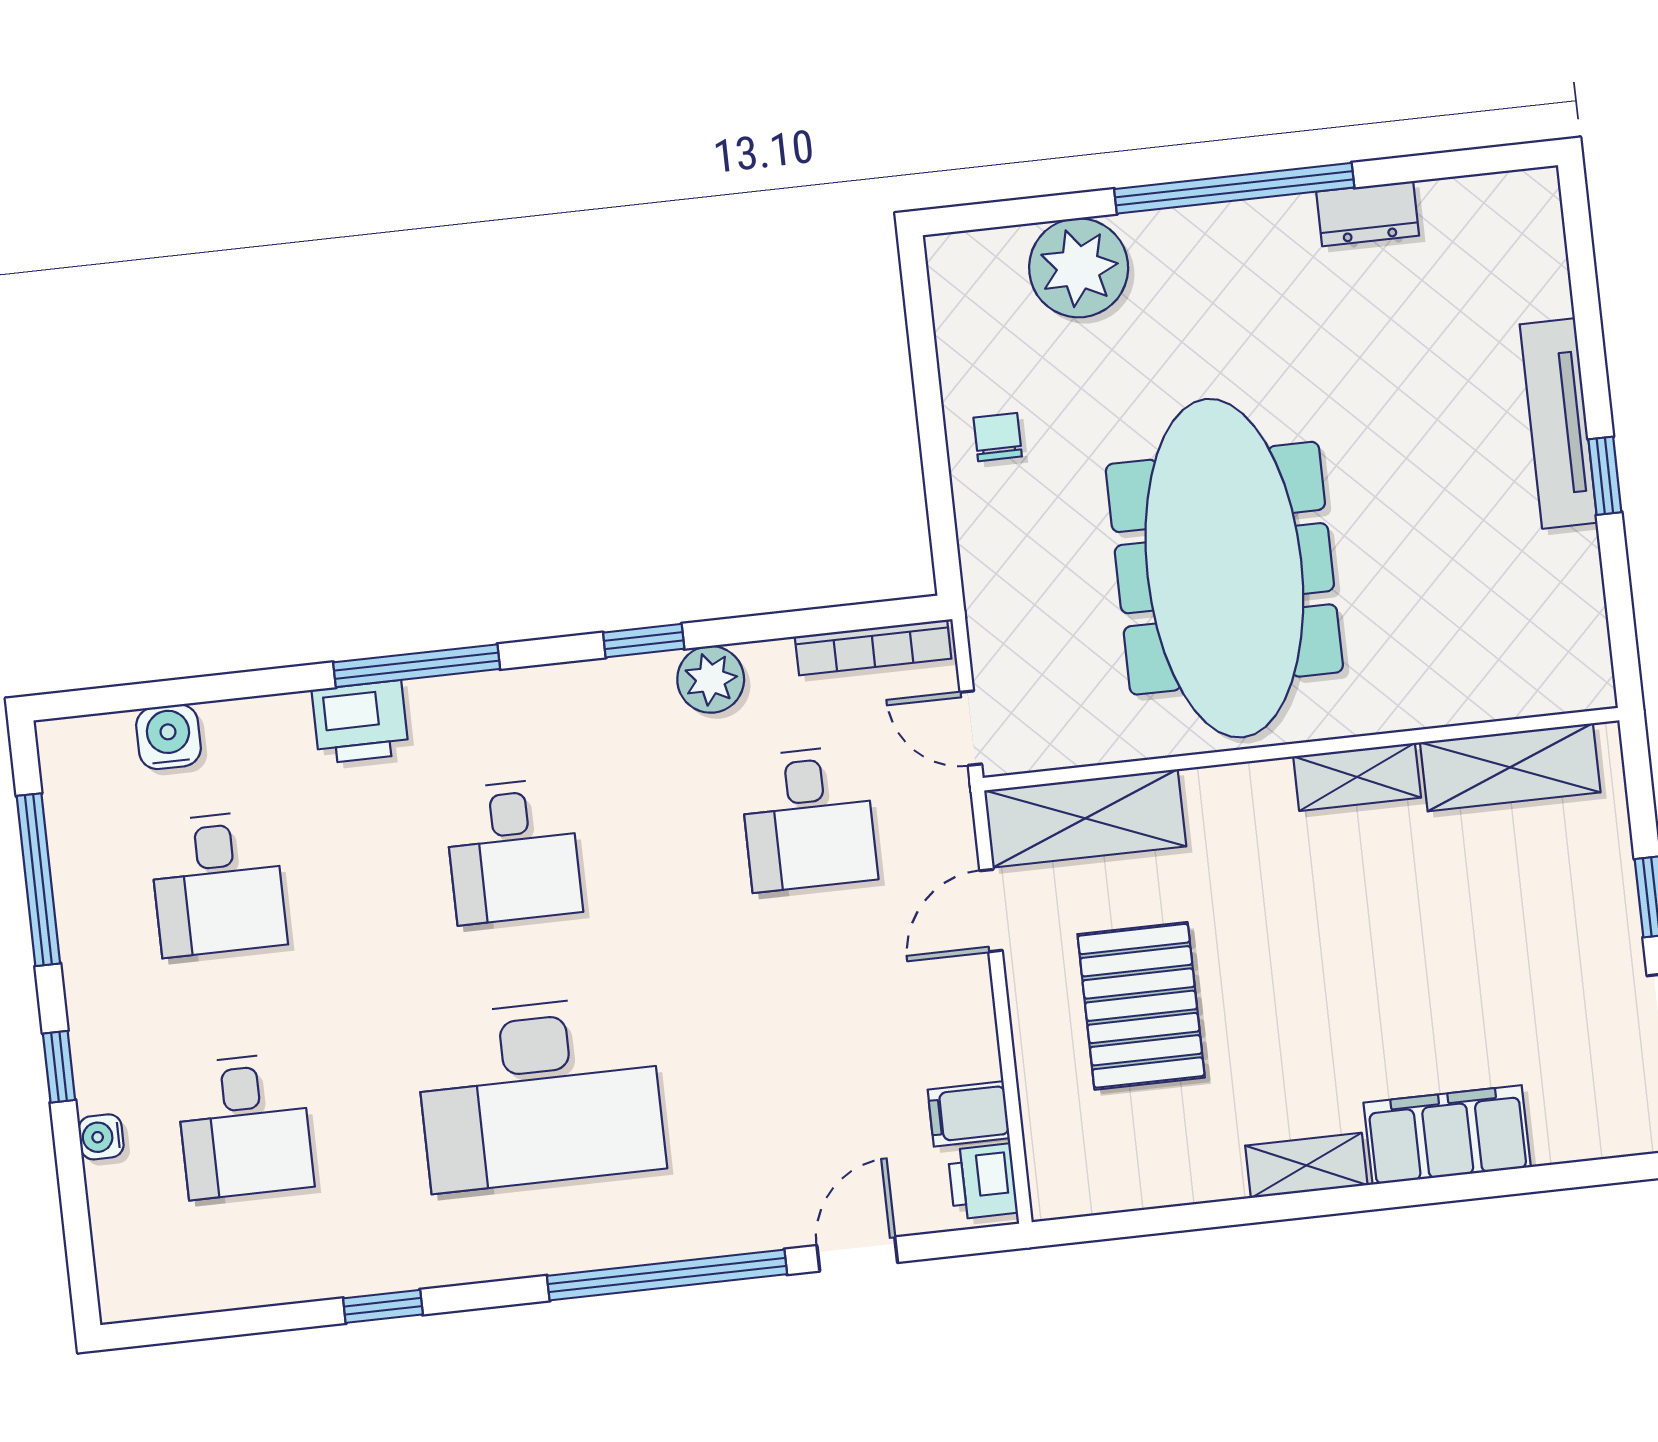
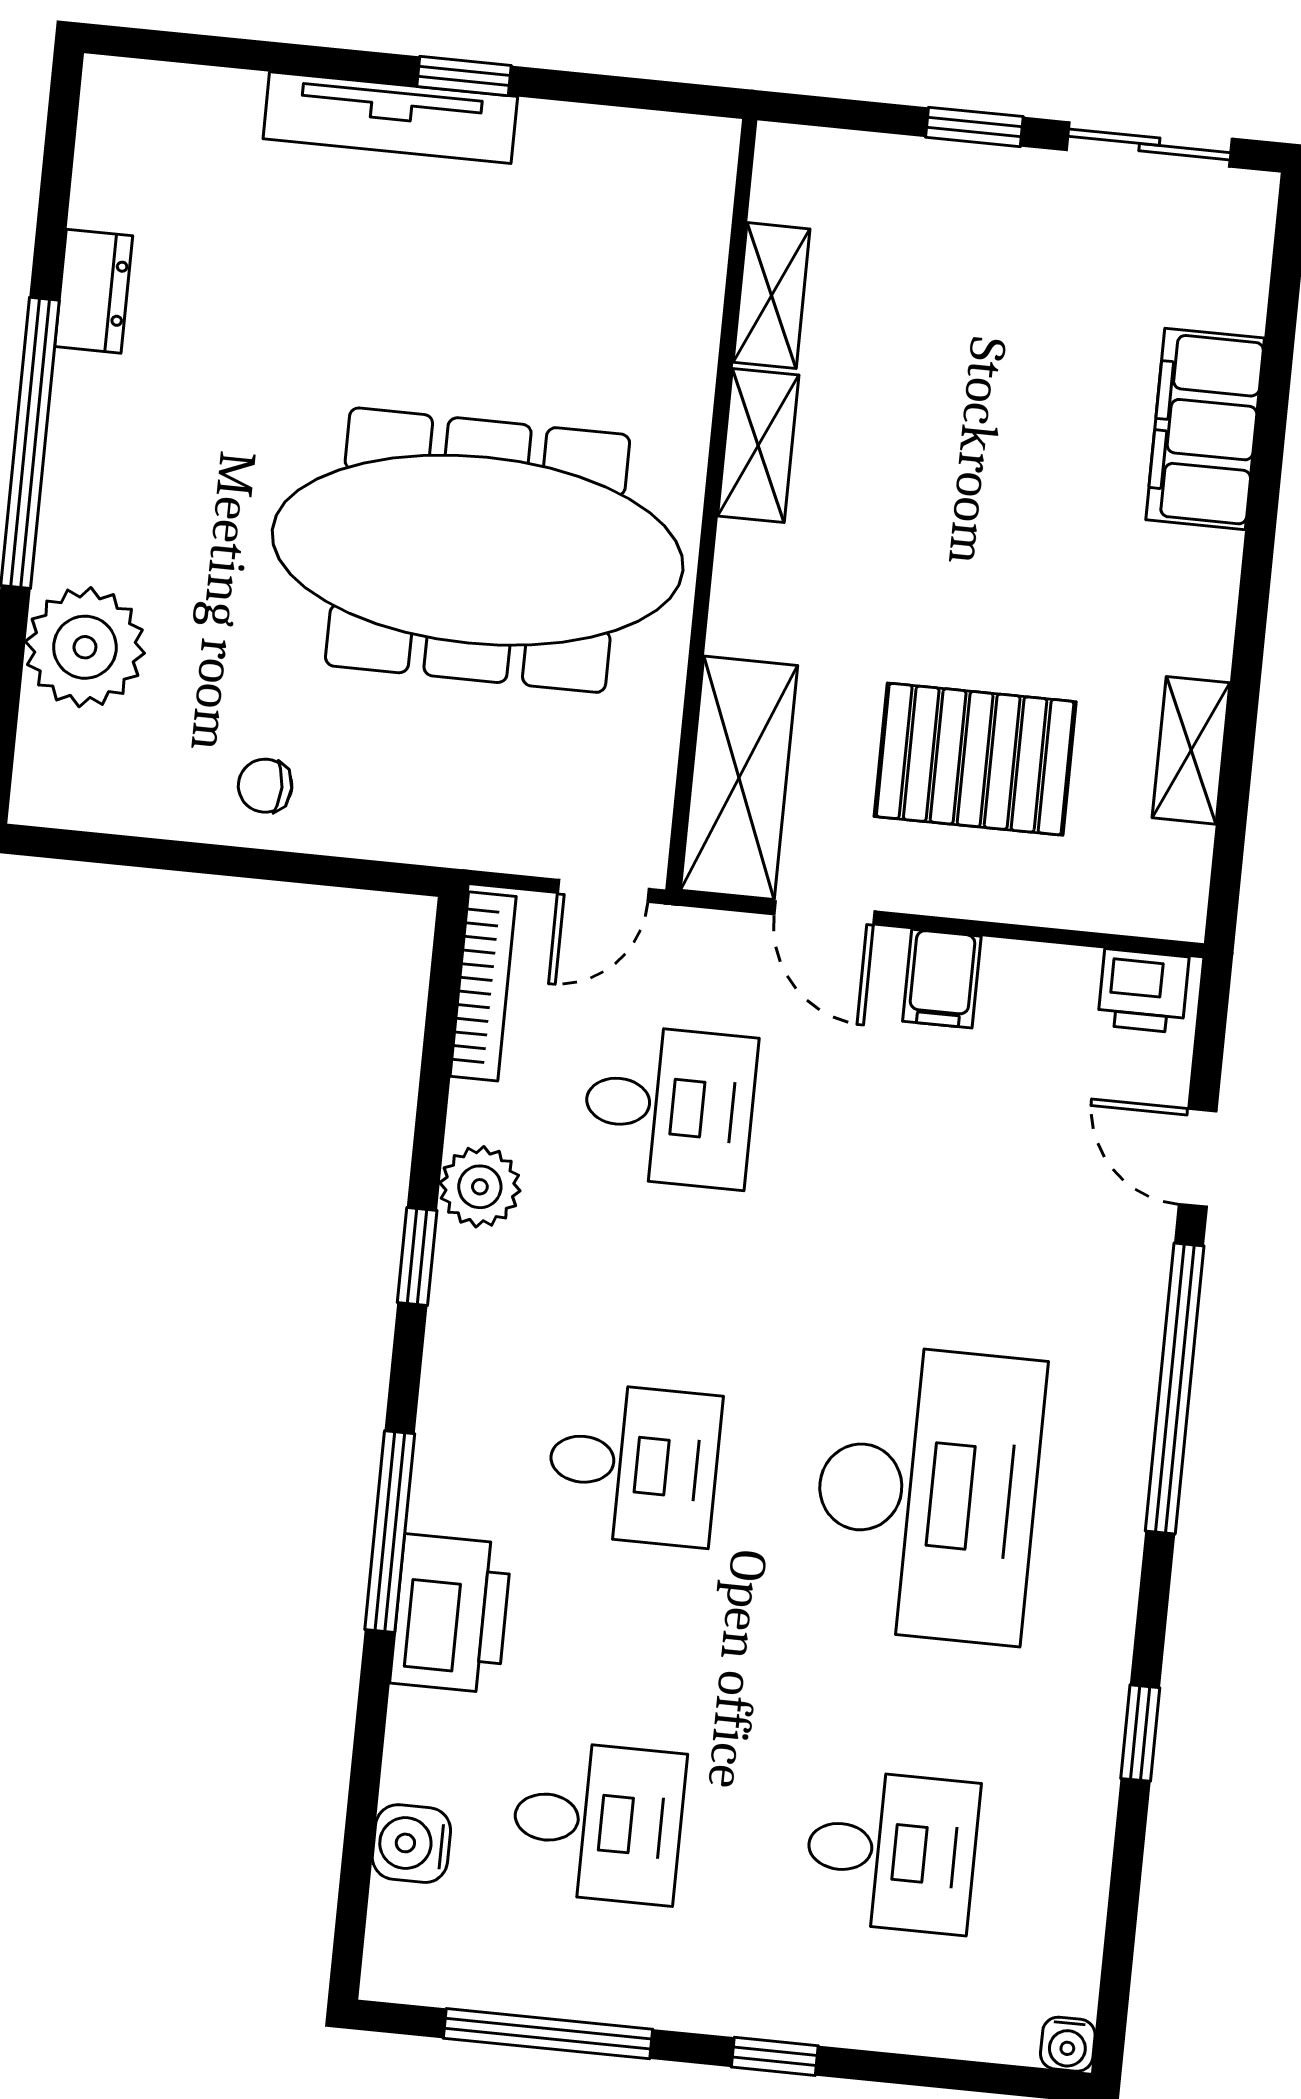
printer: (360, 722) -> (451, 1614), width x1.37, depth x1.19
shelving: (1510, 767) -> (772, 296), width x0.67, depth x0.75
filing cabinet: (969, 1114) -> (942, 979), moved
water cooler: (101, 1137) -> (1068, 2044), moved
shelving: (1306, 1165) -> (1191, 750), moved

